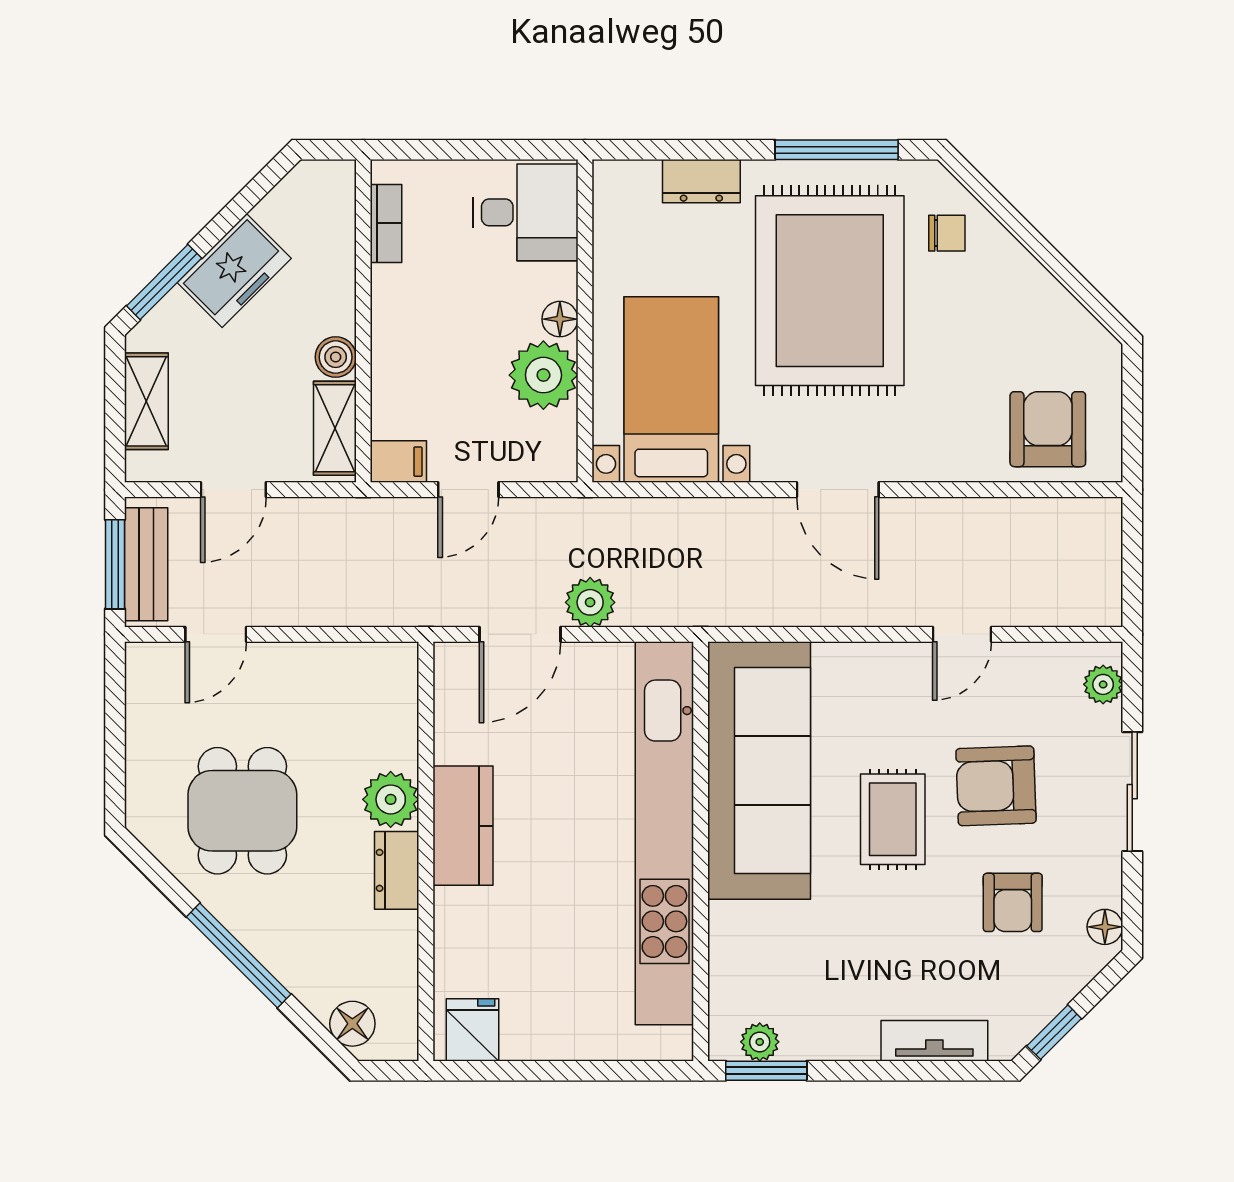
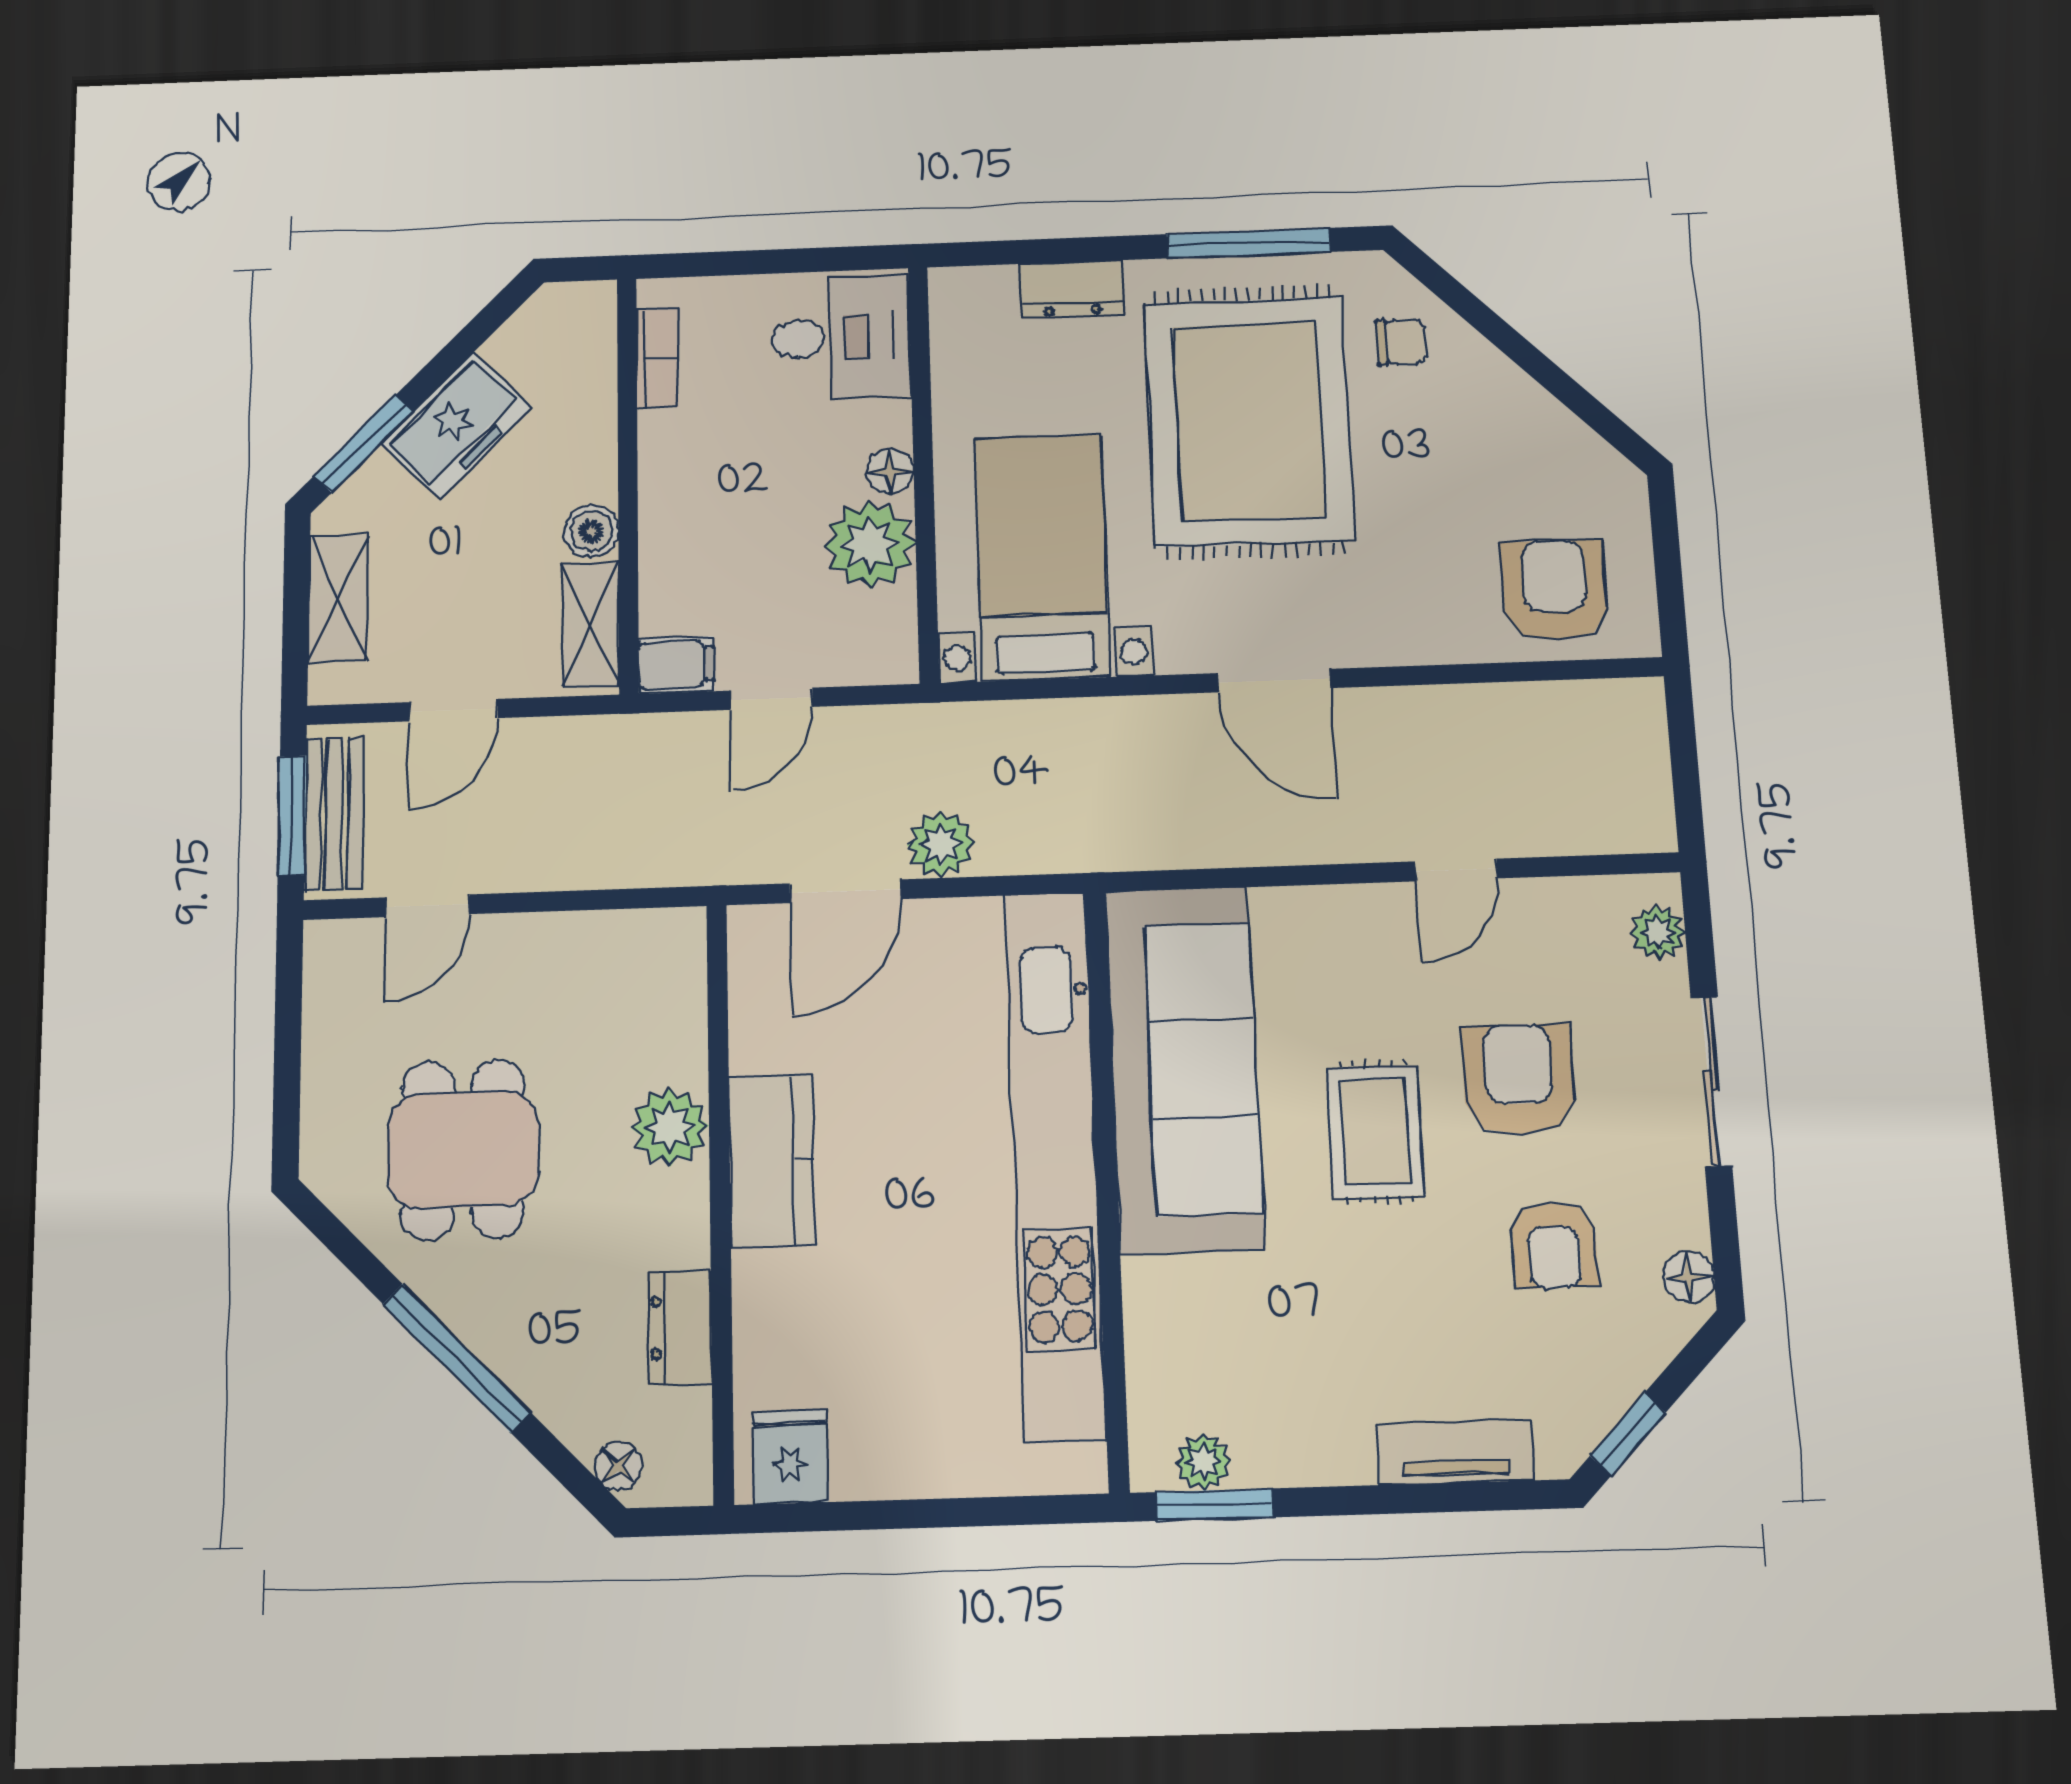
armchair: (996, 786) -> (1518, 1079), turned 92
dresser: (397, 870) -> (680, 1327), moved
floor lamp: (352, 1024) -> (618, 1466), width x0.73, depth x0.73

